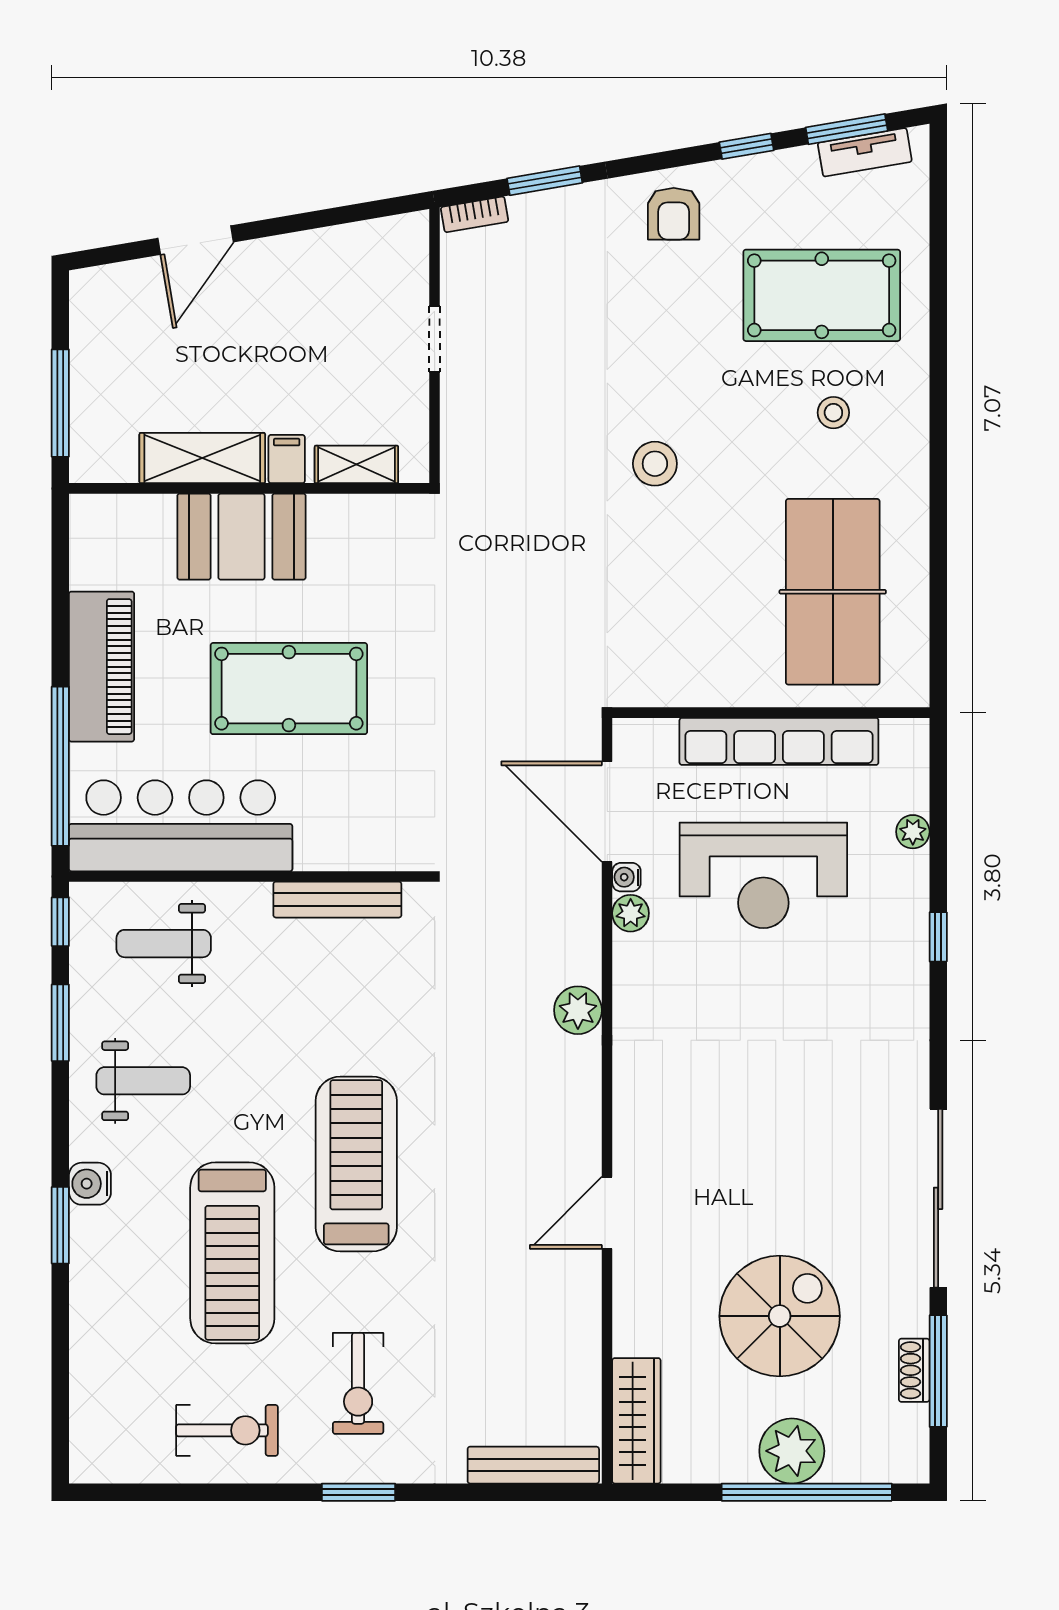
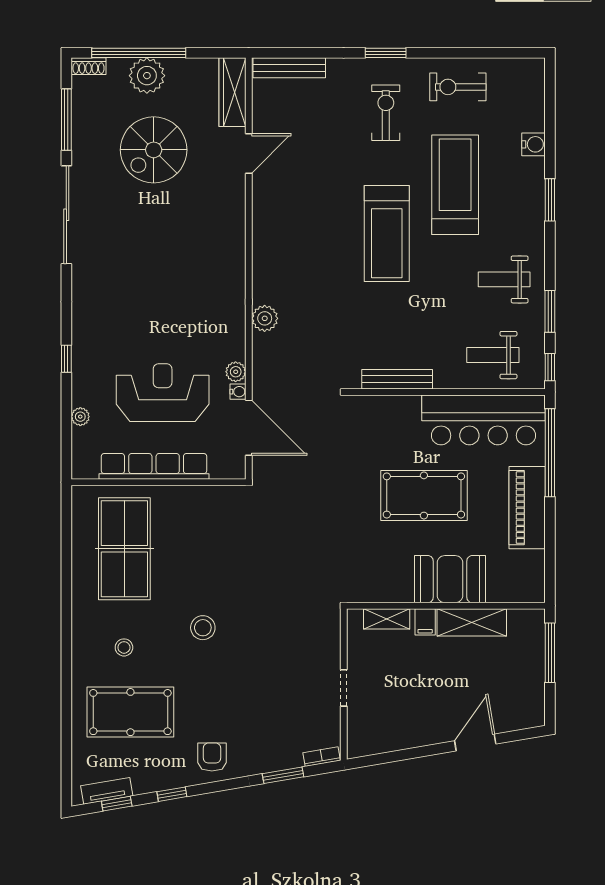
window: (847, 129) -> (117, 804), width x0.67
stool: (655, 464) -> (203, 628), moved
weight bench: (164, 944) -> (493, 355), turned 180
water cooler: (90, 1184) -> (533, 144), moved
door: (607, 1213) -> (249, 153), moved
shoe rack: (914, 1370) -> (88, 66), moved, turned 90

